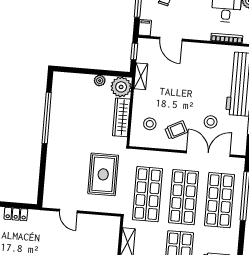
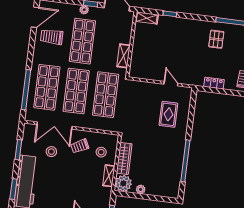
shelving: (141, 76) -> (109, 176), moved
rug: (103, 174) -> (168, 114), moved, width x0.73, depth x0.70

